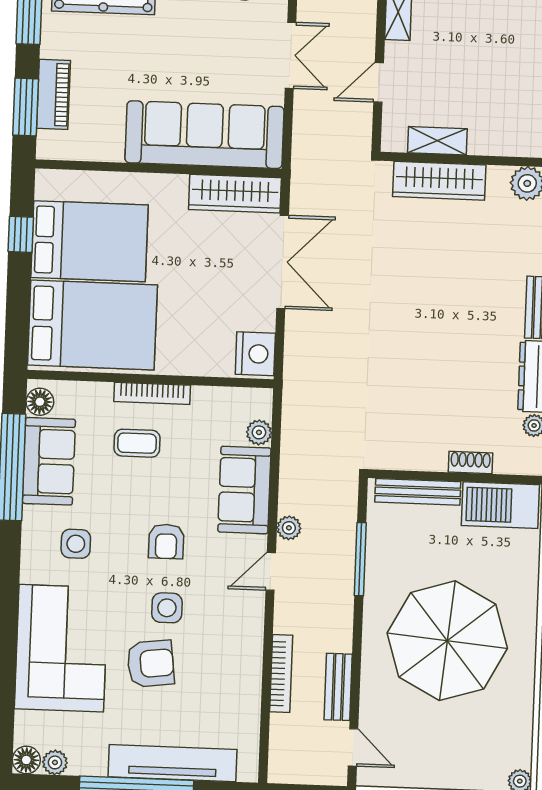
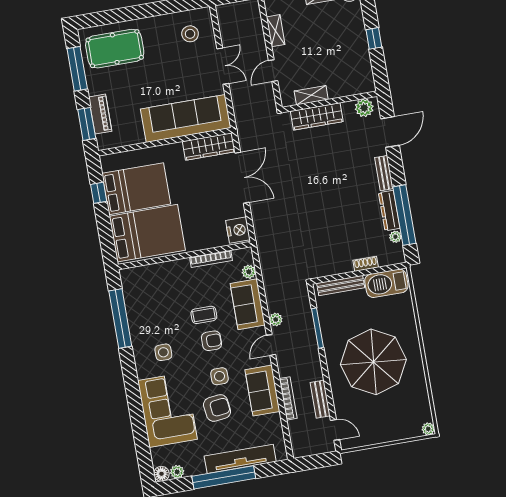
bookcase: (152, 393) -> (211, 259), moved
floor lamp: (40, 402) -> (128, 280), removed
coffee table: (137, 443) -> (204, 315), moved
sofa: (49, 461) -> (262, 391), moved, turned 180
armchair: (166, 541) -> (212, 341), turned -90

